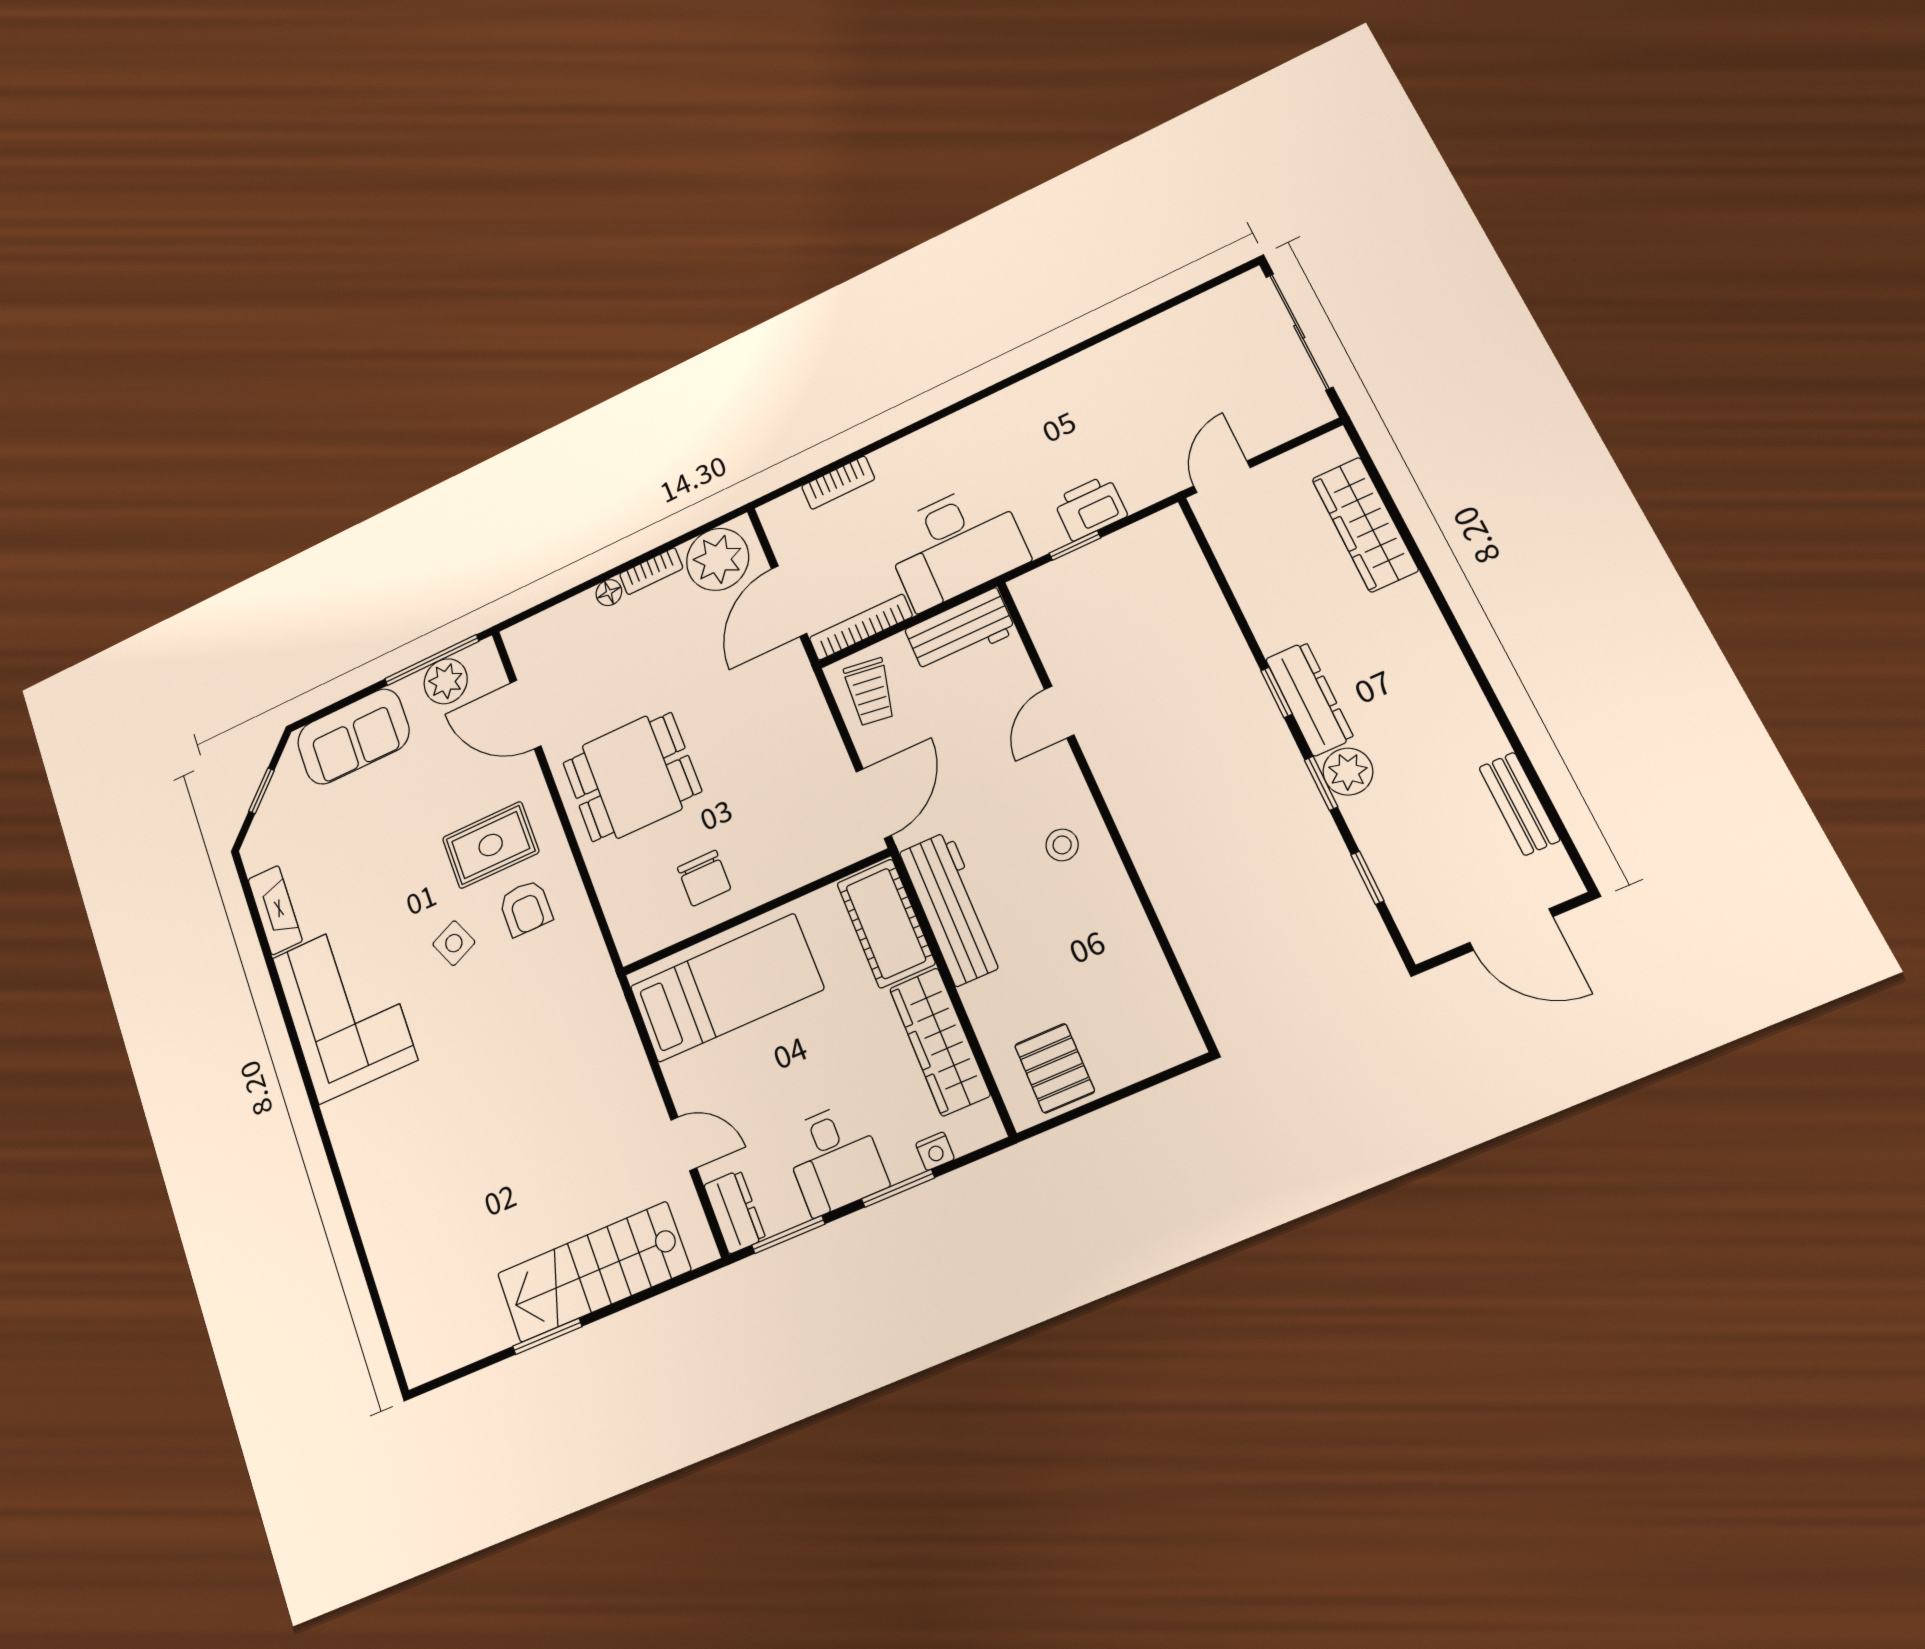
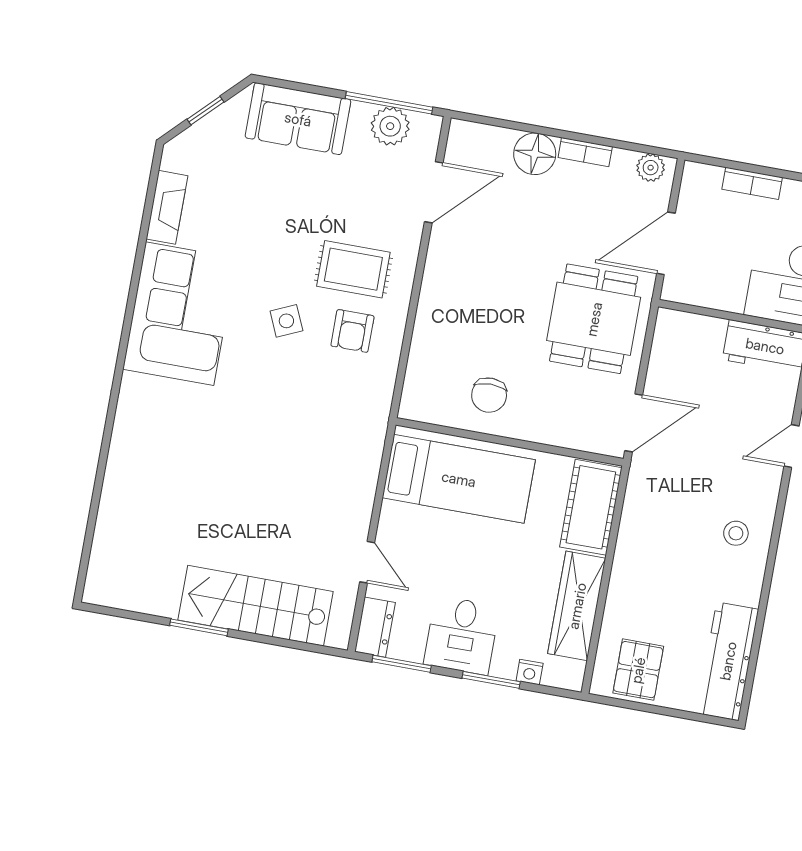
plant: (718, 559) -> (651, 168), width x0.53, depth x0.53
floor lamp: (609, 593) -> (535, 154), width x1.89, depth x1.89
bookcase: (861, 627) -> (702, 297), removed
trolley: (870, 692) -> (679, 345), removed
door: (525, 714) -> (434, 192), swing flipped
dining table: (632, 777) -> (594, 319), moved, turned 90
workbench: (952, 908) -> (728, 661), moved, turned 180

